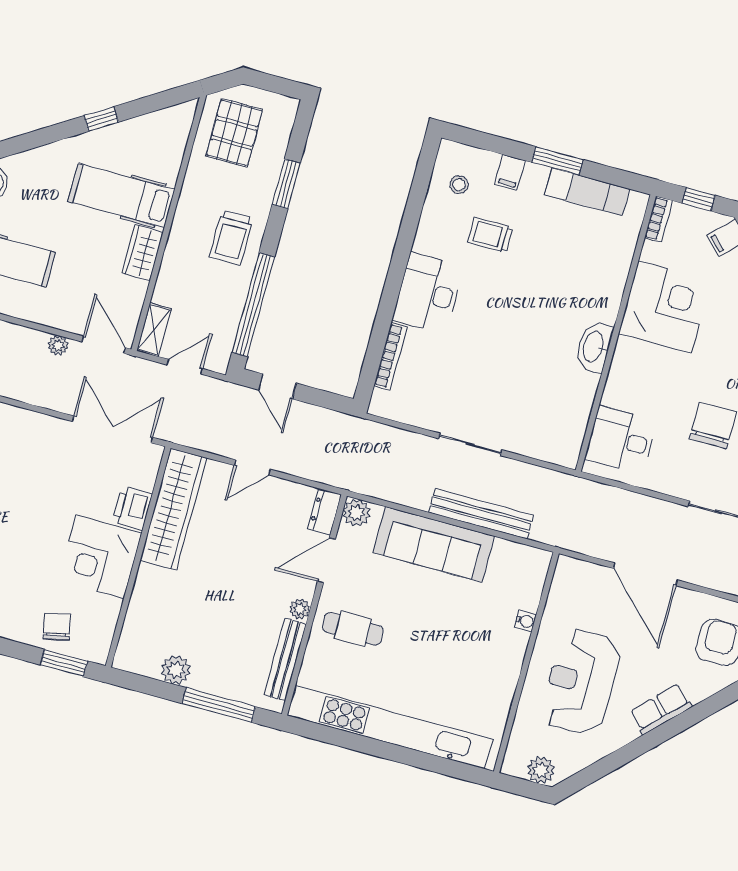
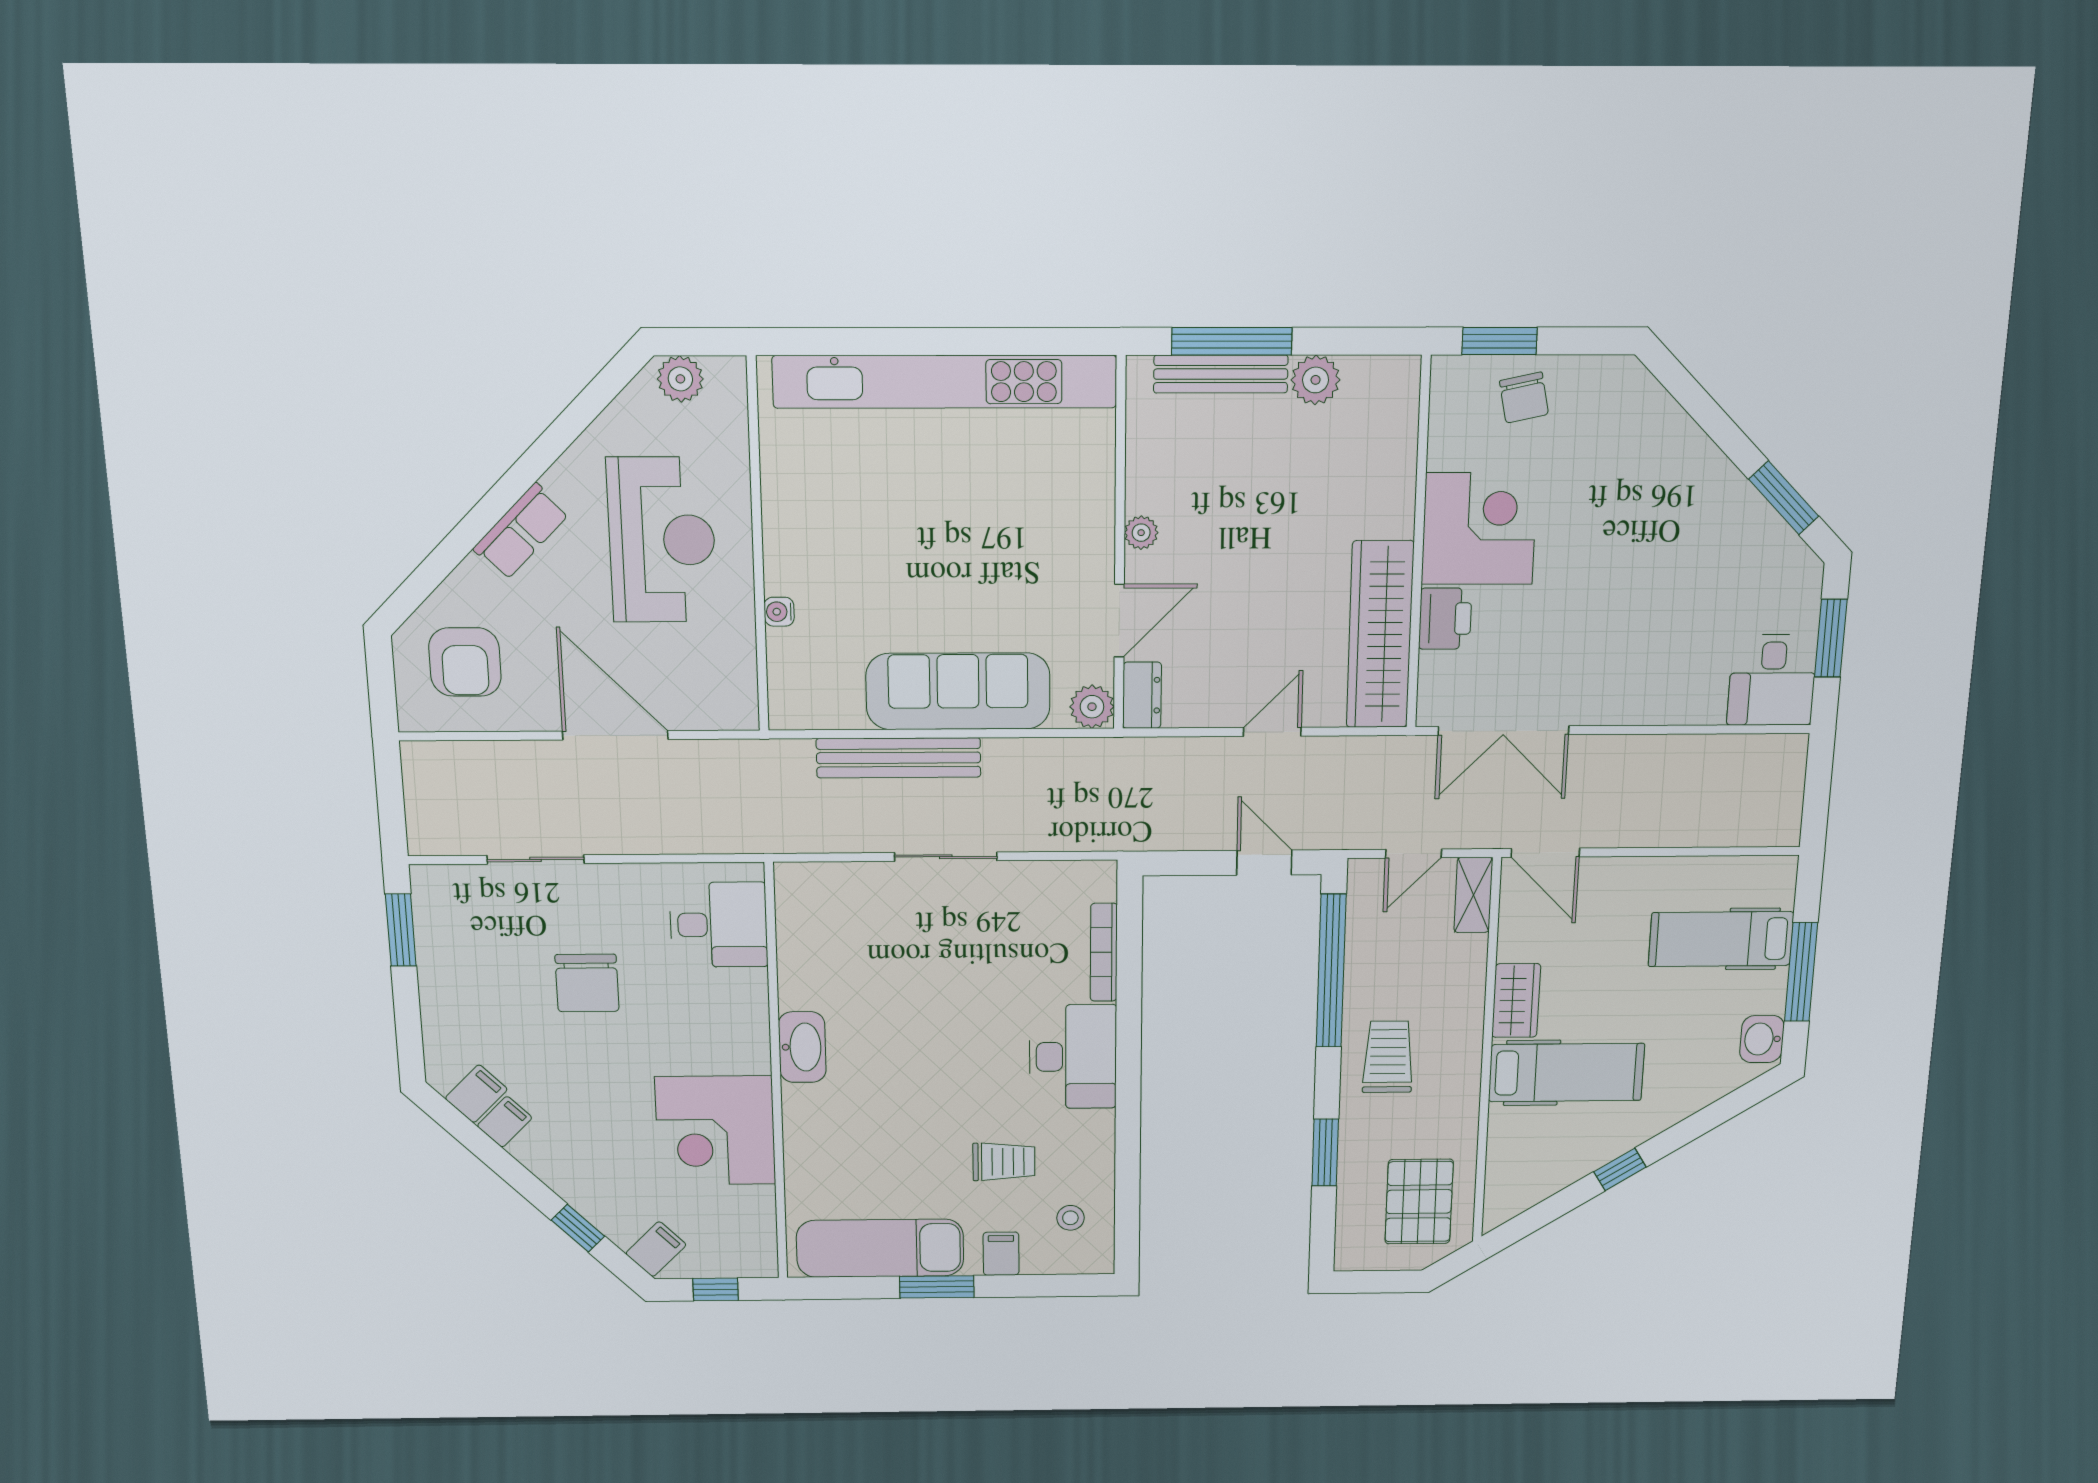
exam couch: (587, 192) -> (880, 1248), width x1.36, depth x1.45
bookcase: (658, 219) -> (765, 1248), removed
plant: (58, 345) -> (1615, 833), removed
cafe table: (353, 629) -> (1048, 525), removed
bench: (285, 660) -> (1221, 374), moved, turned 90

